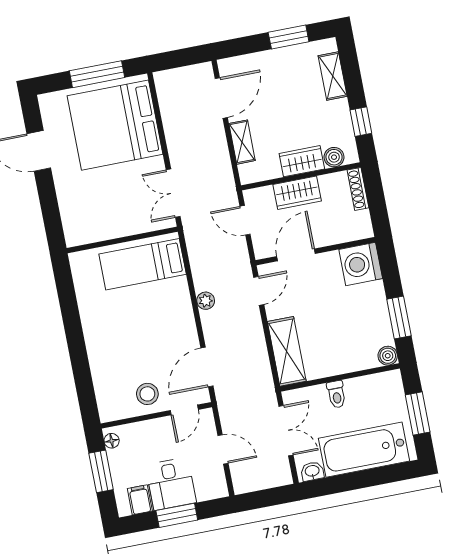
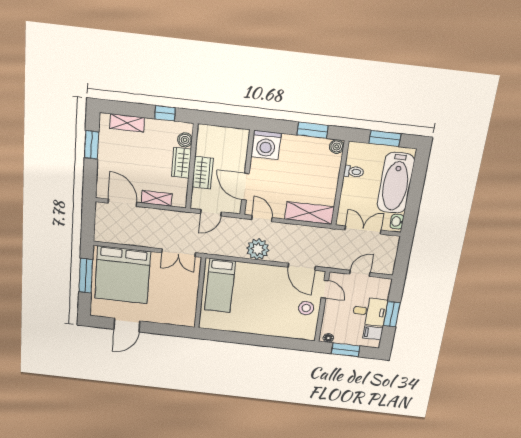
shoe rack: (358, 189) -> (212, 130), removed
plant: (206, 301) -> (258, 249), width x1.88, depth x1.88
toilet: (336, 394) -> (354, 172), moved

